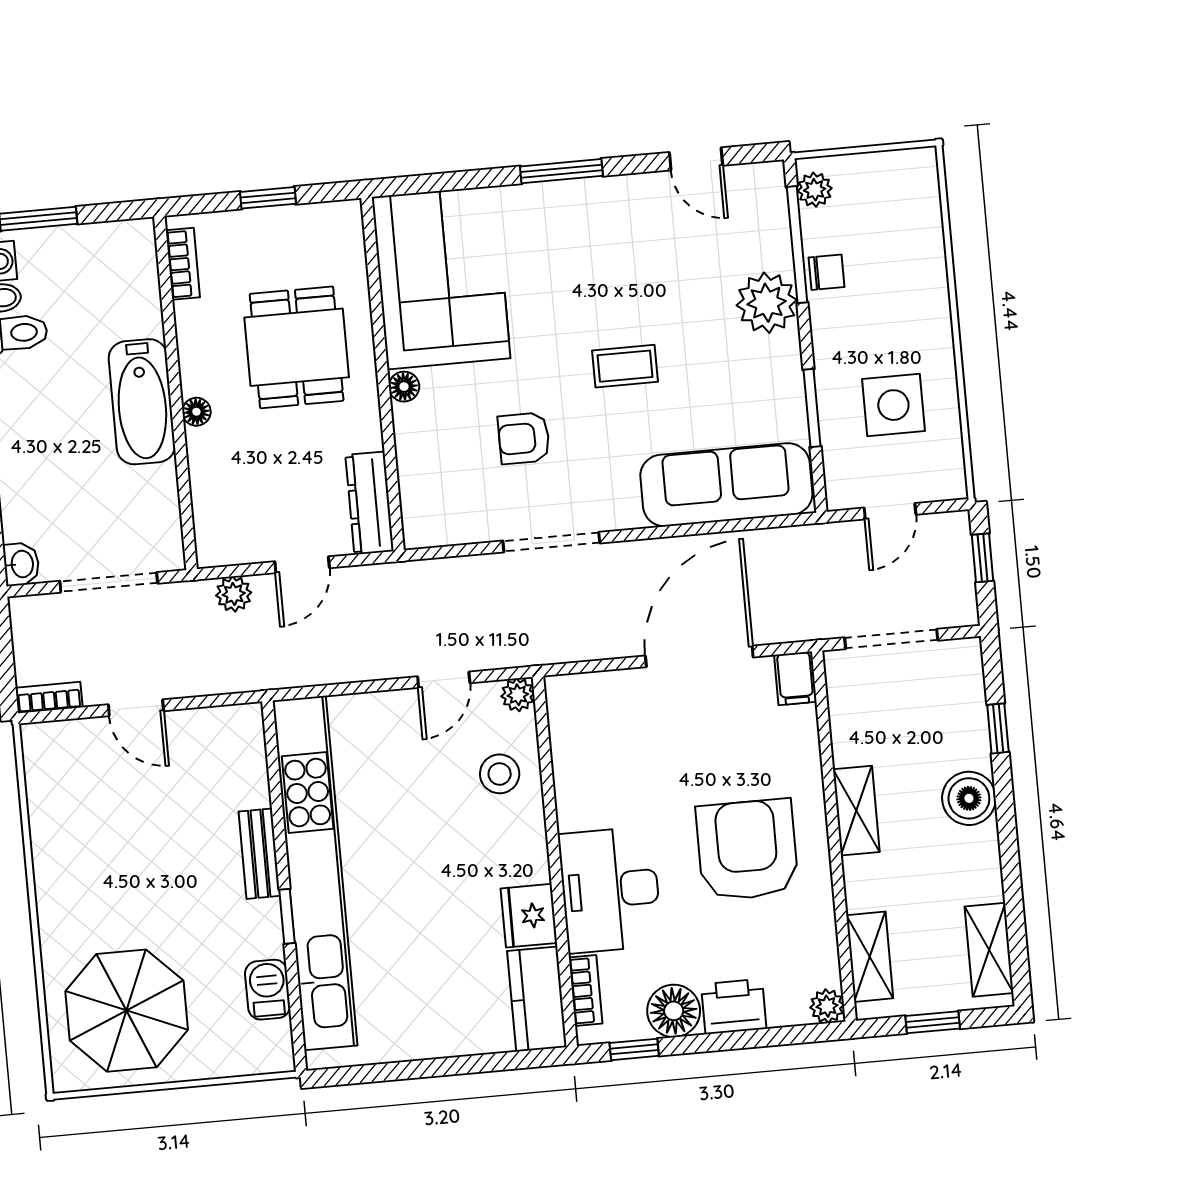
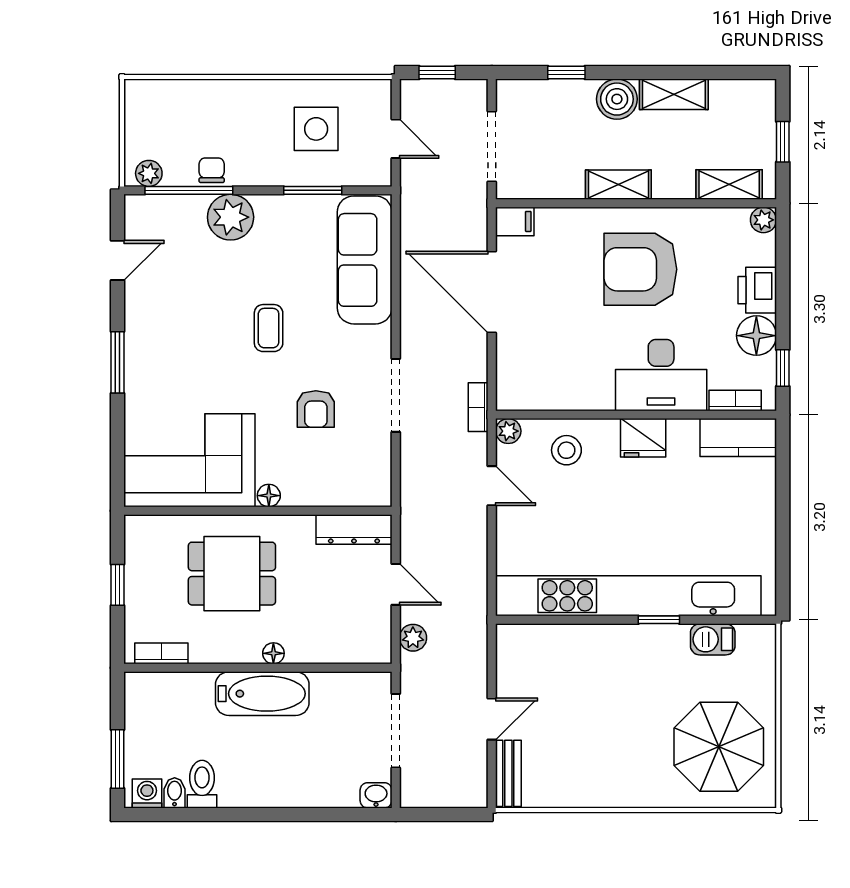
bookcase: (49, 697) -> (478, 407), moved
bench: (259, 854) -> (508, 773), moved, turned 90
fridge: (529, 916) -> (643, 438), moved
shelving: (989, 950) -> (674, 94), moved

